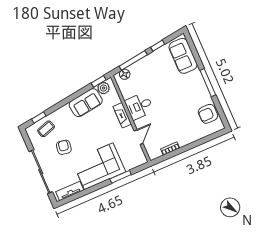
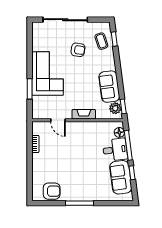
sofa: (183, 56) -> (121, 177), moved, turned -98
desk: (139, 106) -> (115, 150), moved, turned 82
armchair: (208, 114) -> (52, 191), turned 90
tv unit: (70, 191) -> (37, 38), removed

